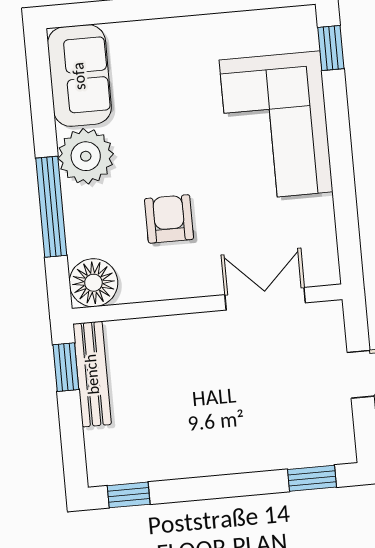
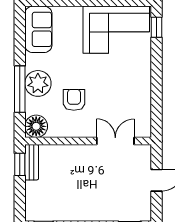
corner sofa: (276, 126) -> (116, 30), moved, turned -90
plant: (86, 156) -> (38, 83), moved
bench: (92, 374) -> (32, 162), width x0.73

